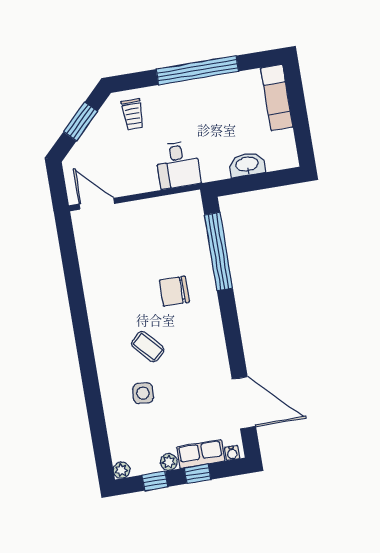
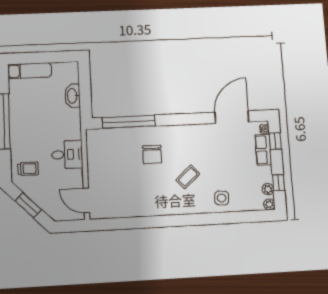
desk: (178, 165) -> (67, 154), moved
door: (97, 204) -> (86, 200), hinge flipped
side table: (143, 393) -> (222, 198), moved
plant: (169, 462) -> (268, 189), moved
window: (198, 474) -> (275, 141), moved

